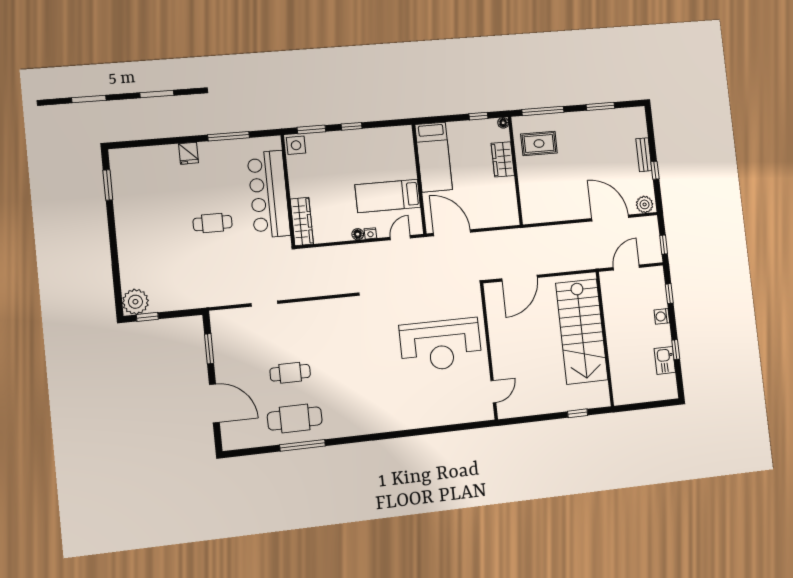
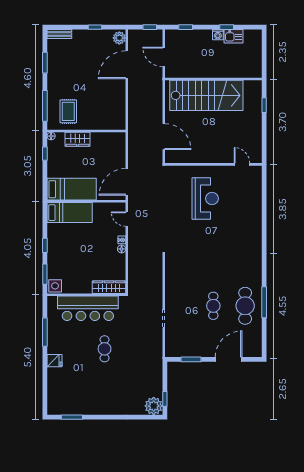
bench: (644, 155) -> (59, 34), moved
bed: (388, 196) -> (70, 213), moved, turned -90
washing machine: (662, 316) -> (218, 35), moved
reception desk: (441, 345) -> (205, 199), width x0.74, depth x0.77

